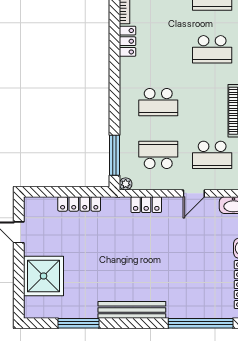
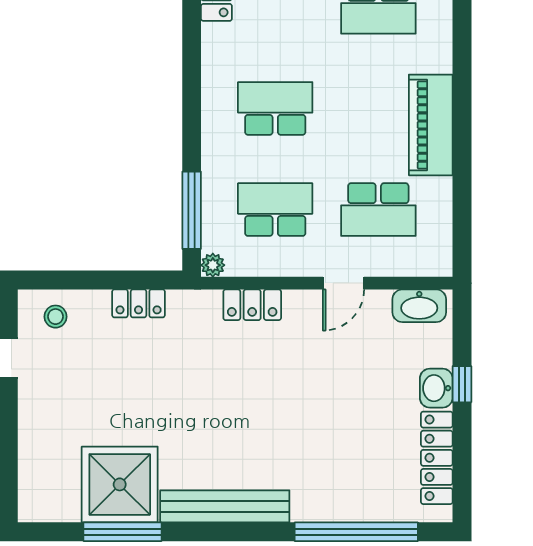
school desk: (158, 102) -> (275, 108), turned 180
locker: (79, 204) -> (139, 303), width x0.66
stool: (44, 211) -> (55, 317), added
shower: (44, 276) -> (120, 484), moved

